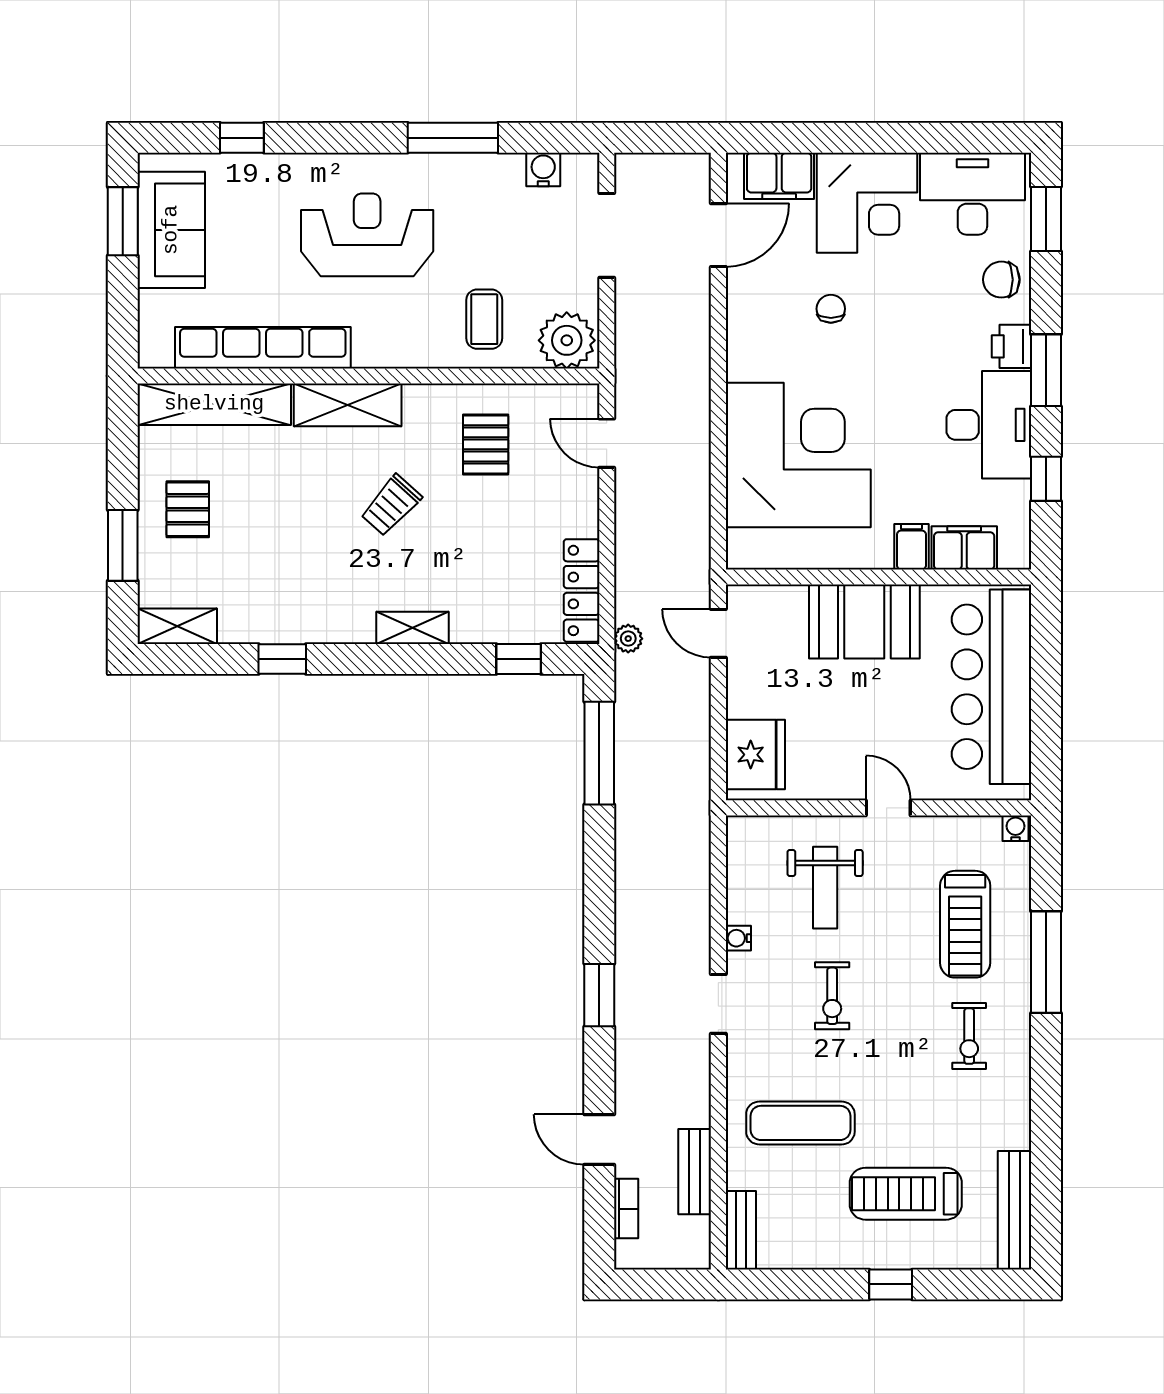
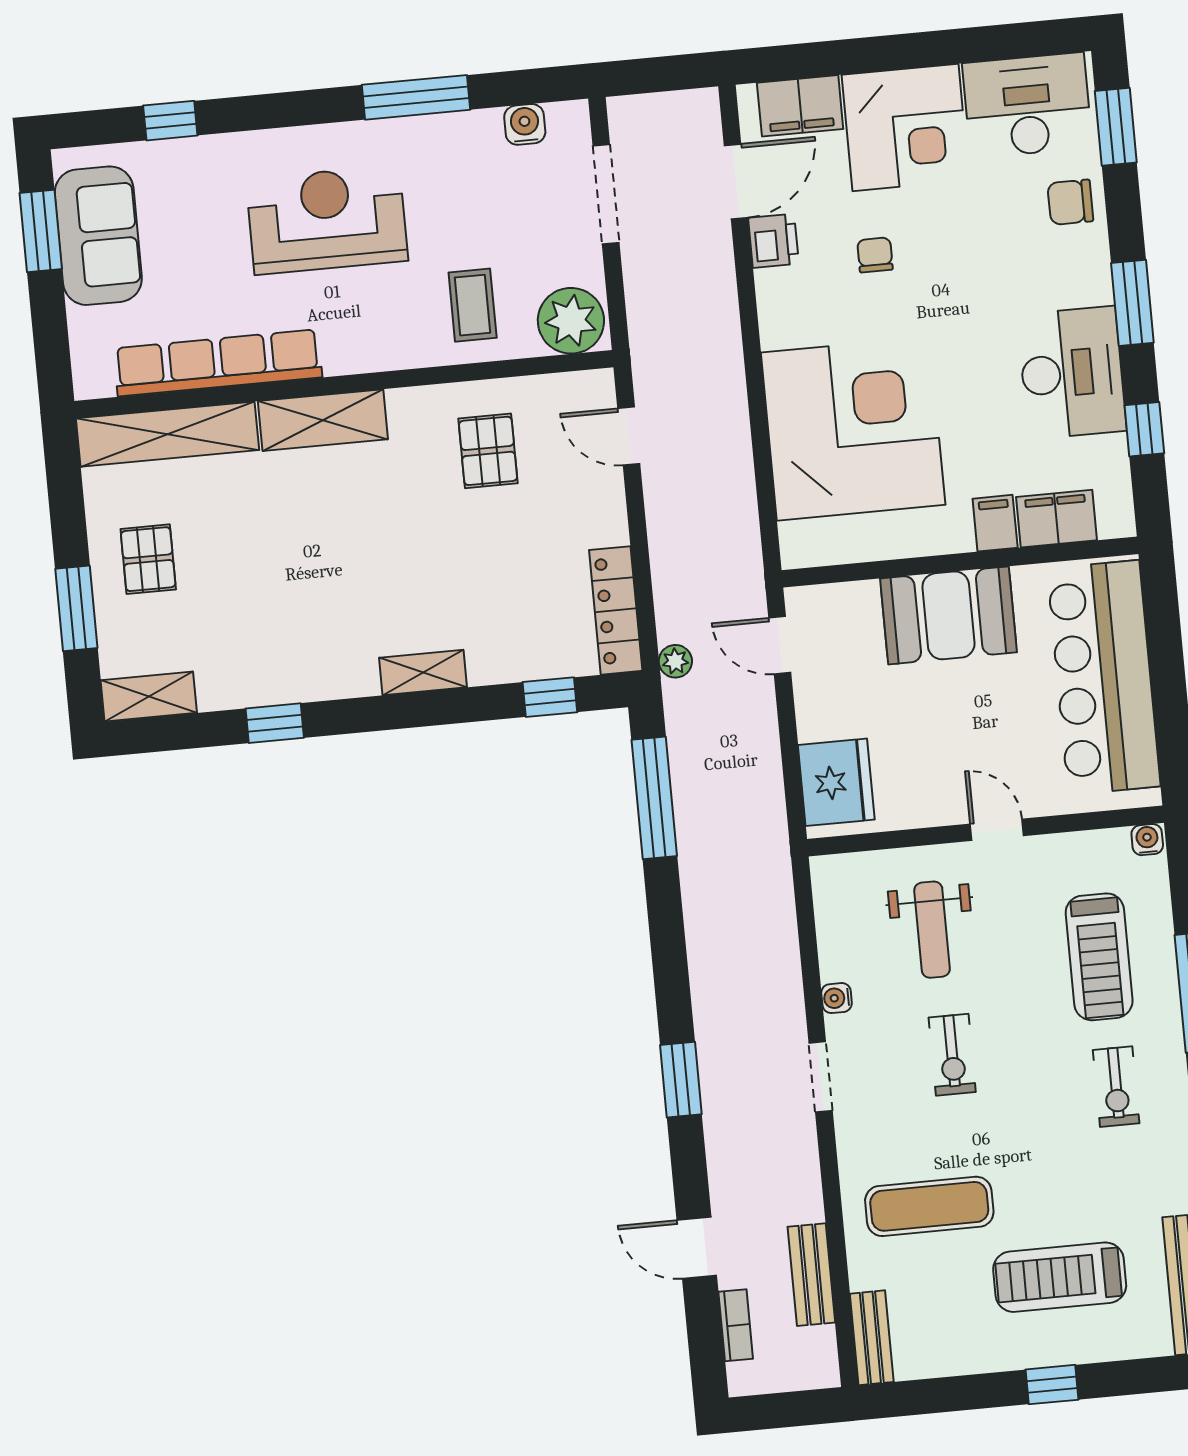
printer: (1012, 346) -> (773, 241), moved, turned 180
trolley: (391, 505) -> (385, 532), removed

